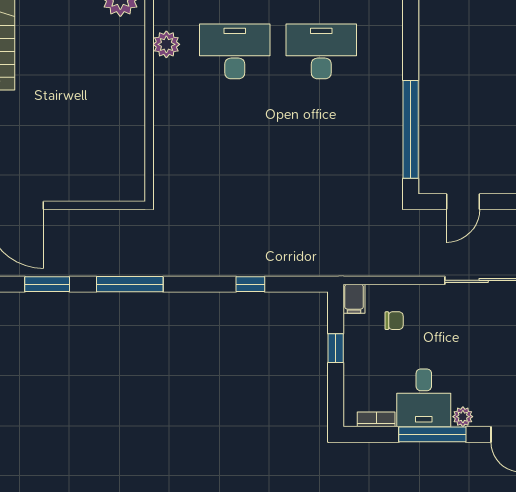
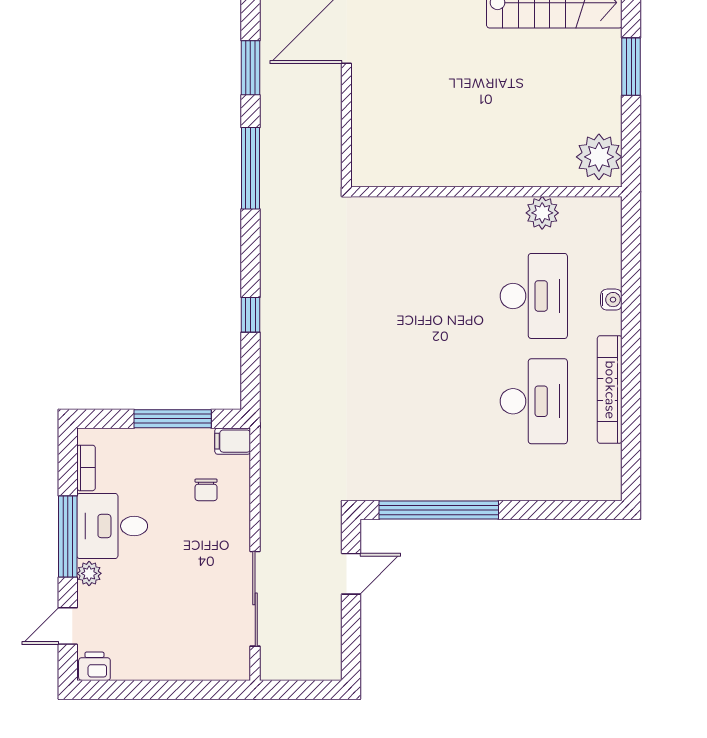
door: (463, 202) -> (351, 574), swing flipped
window: (336, 348) -> (173, 419), width x2.17

